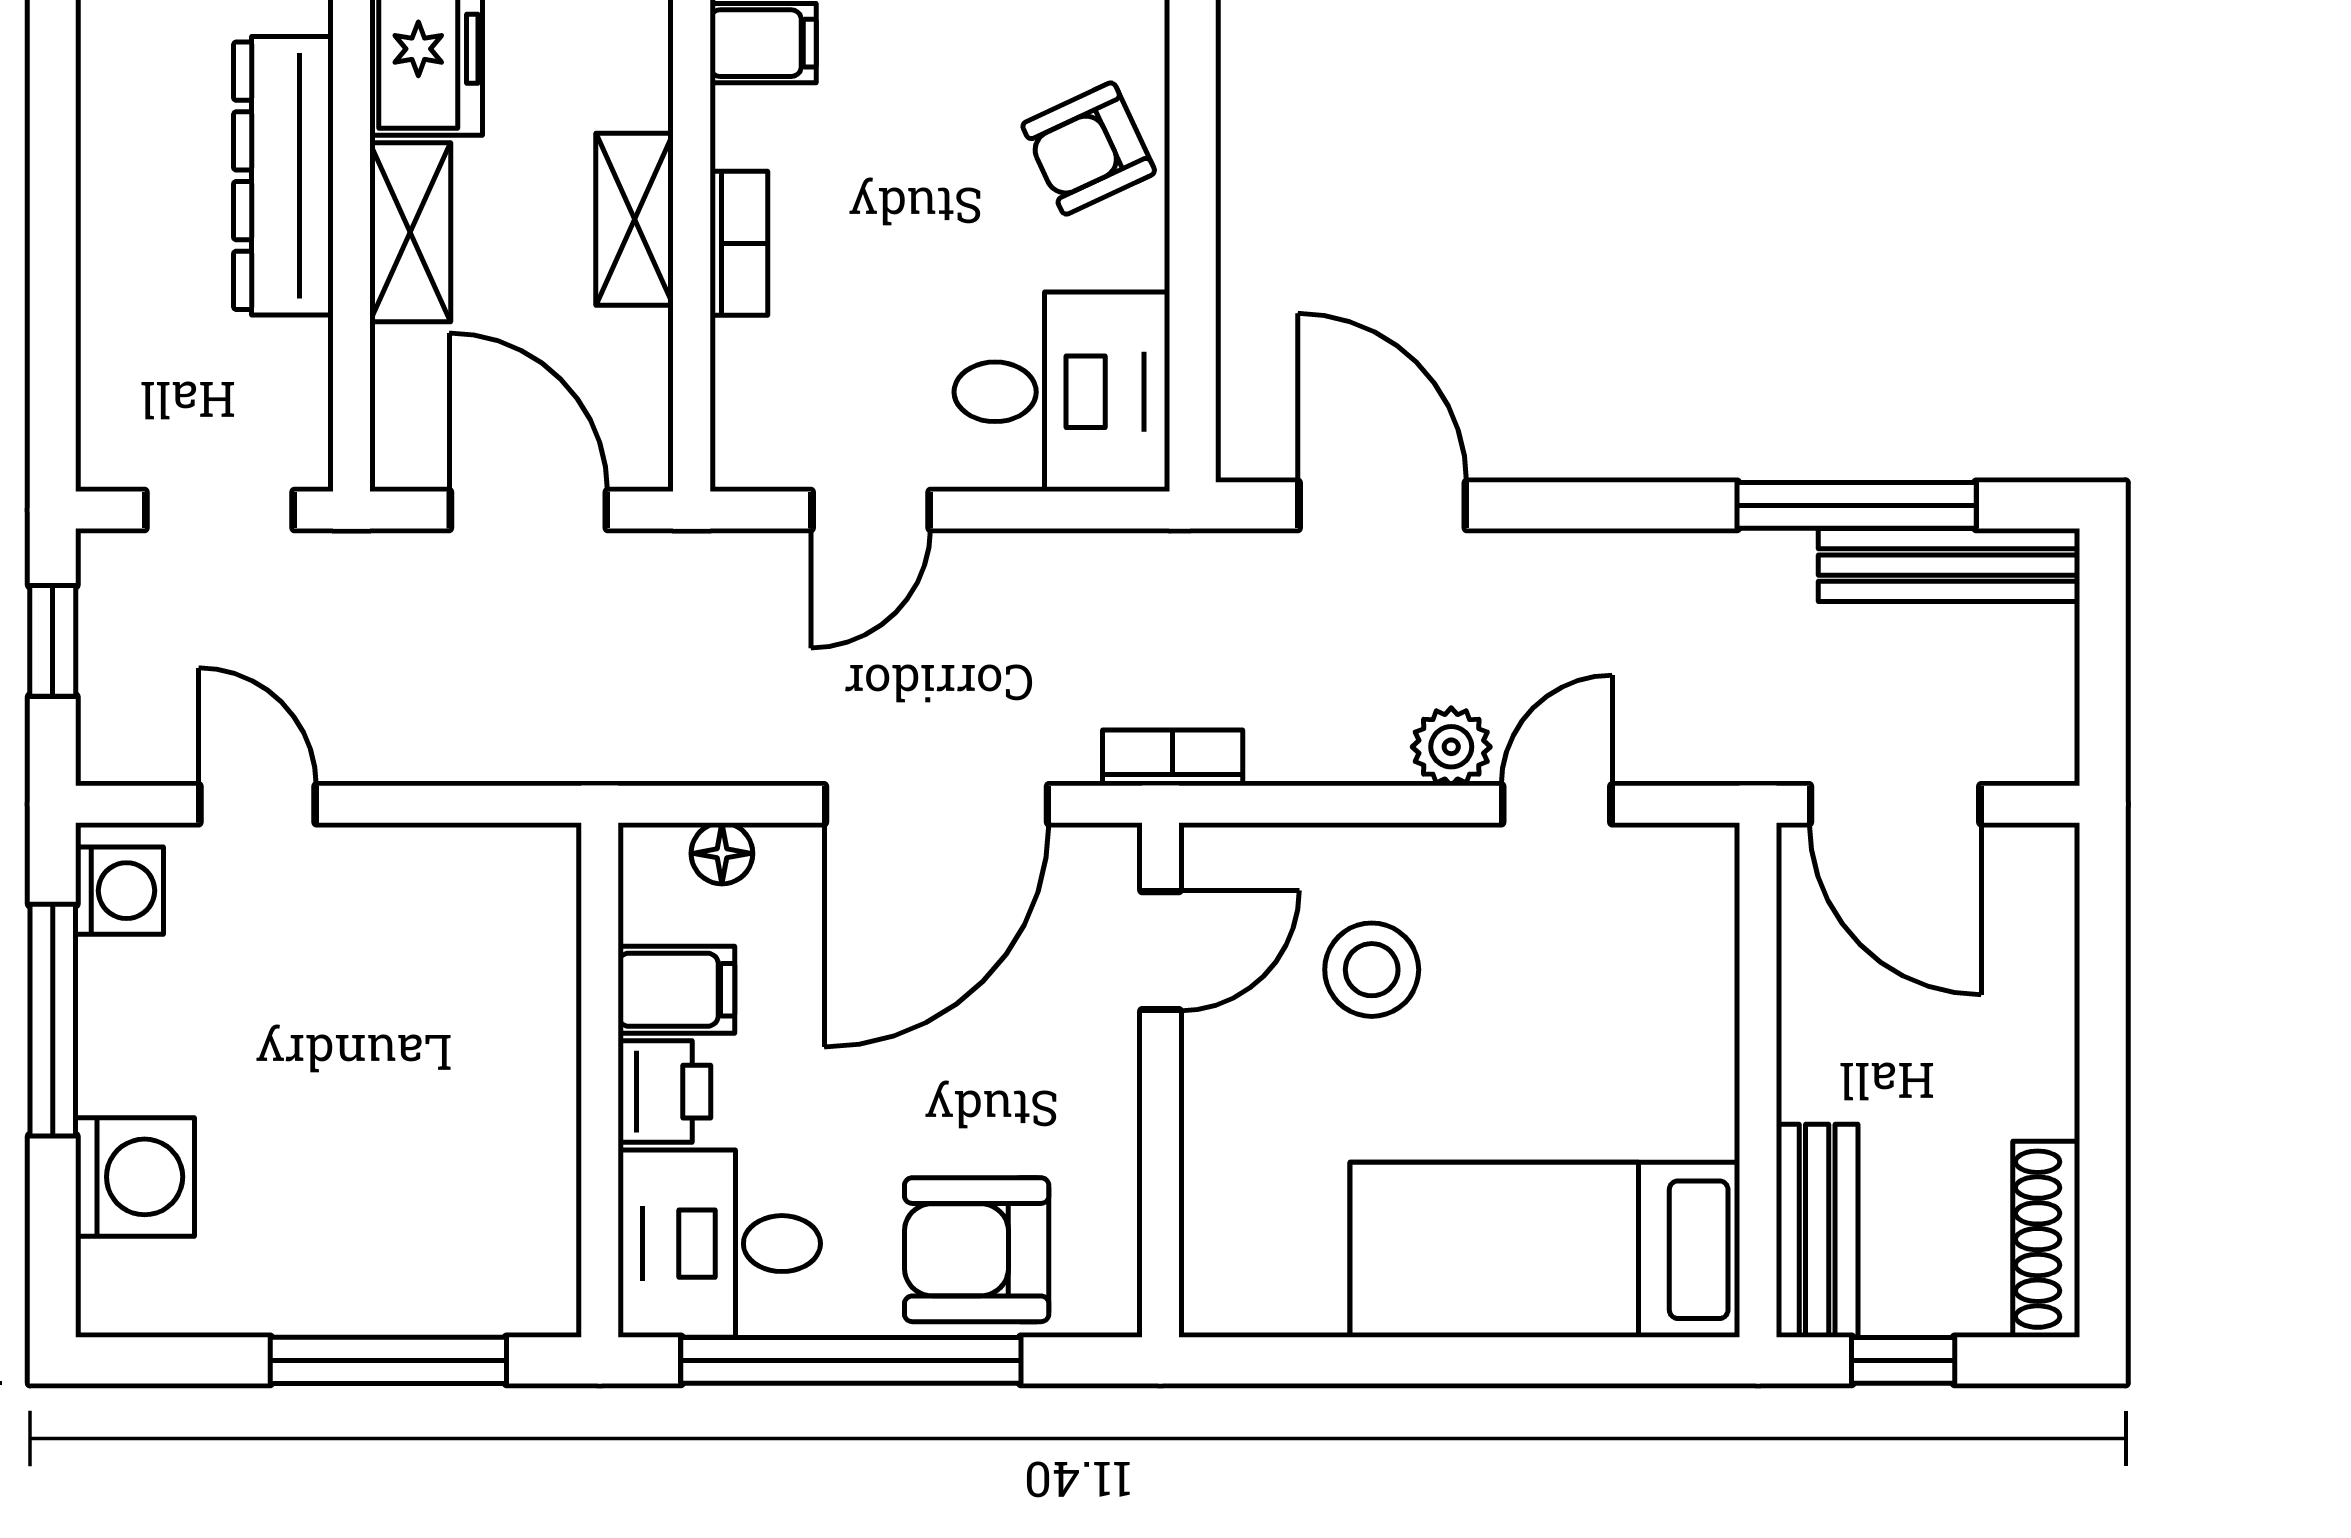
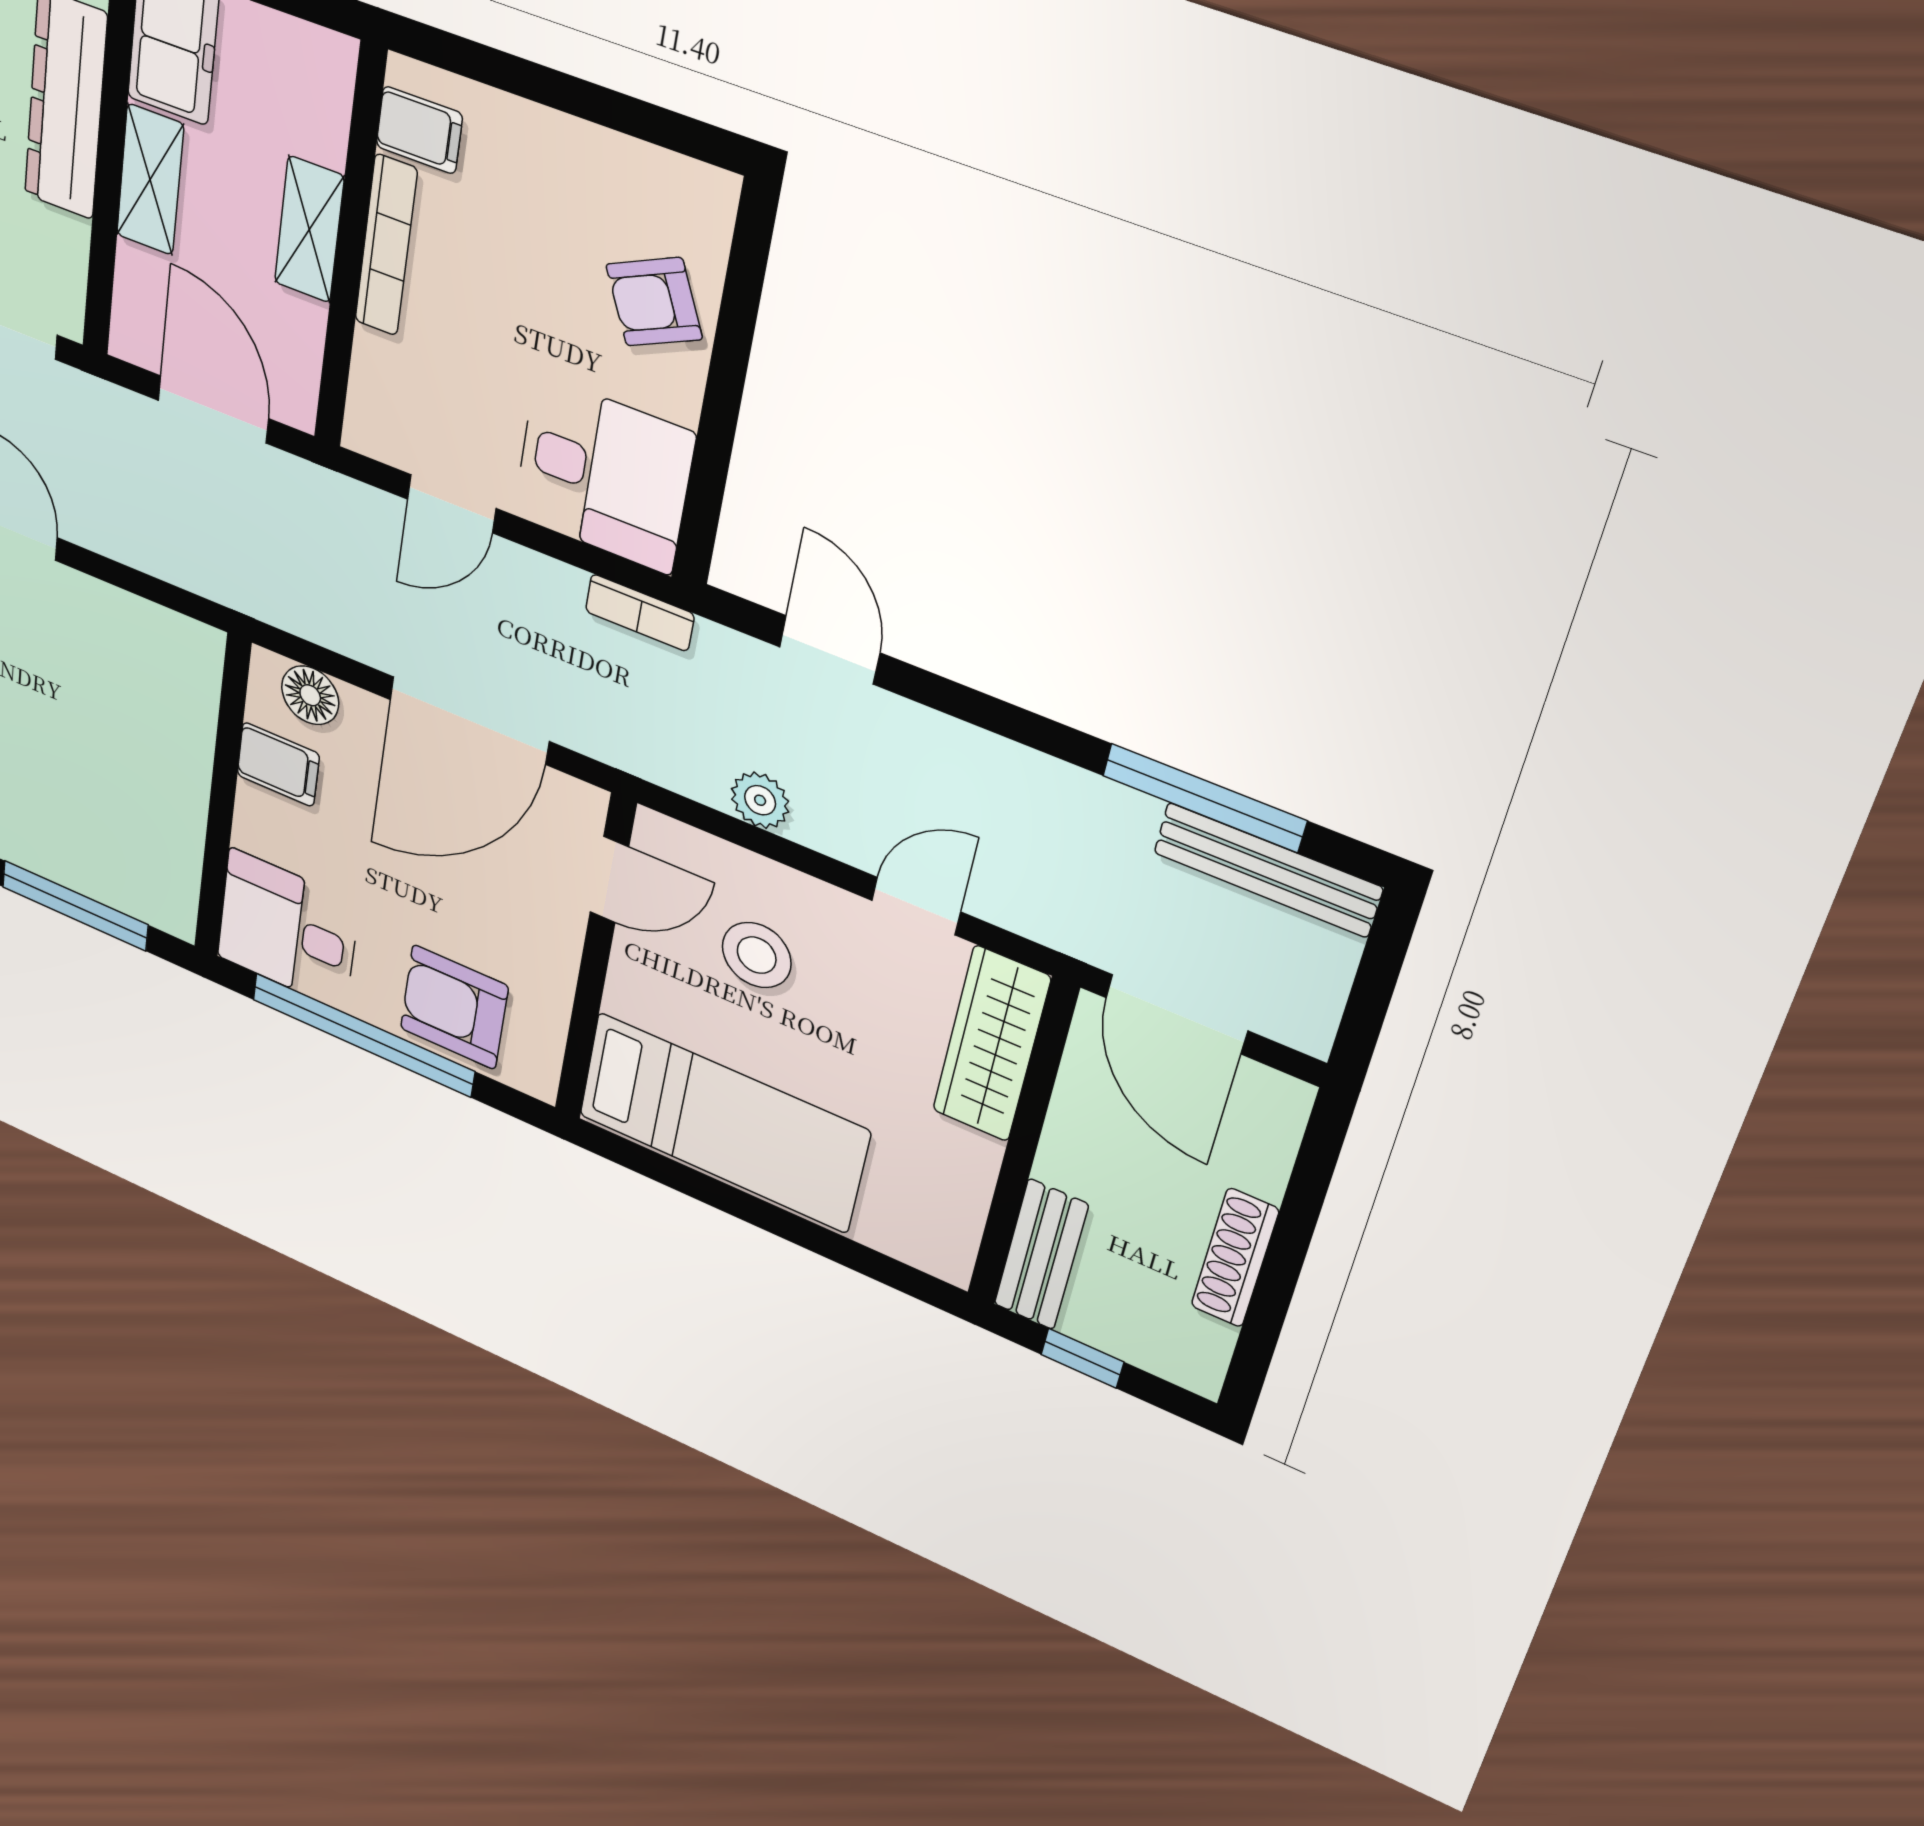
bookcase: (739, 243) -> (386, 245), width x1.56
door: (1382, 505) -> (830, 650), width x0.73
plant: (1451, 747) -> (760, 800), moved
bookcase: (1173, 758) -> (640, 613), moved, turned 180
floor lamp: (722, 853) -> (310, 695), width x1.37, depth x1.37
wardrobe: (1689, 954) -> (991, 1044), added
printer: (664, 1092) -> (263, 824), removed
shoe rack: (2046, 1239) -> (1235, 1258), moved
bed: (1545, 1250) -> (723, 1123), moved, turned 180

